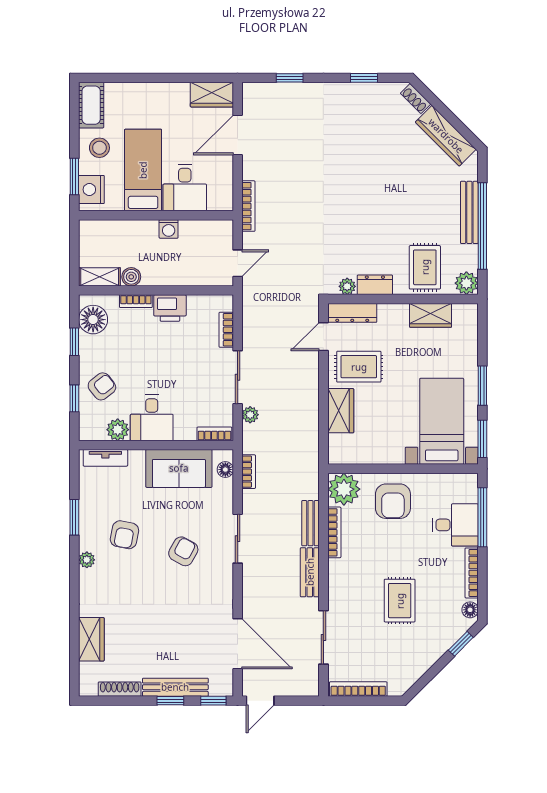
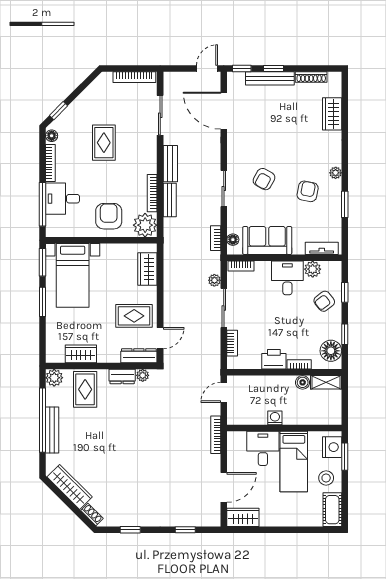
wardrobe: (341, 411) -> (147, 269), moved

